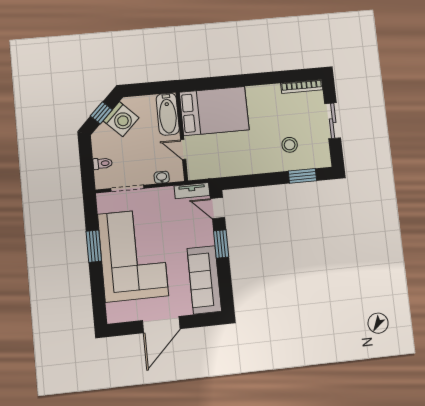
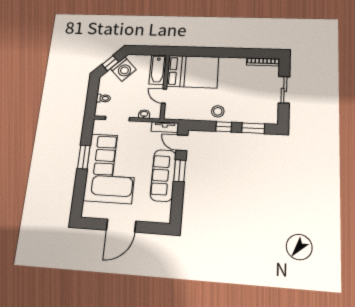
stool: (290, 145) -> (218, 111), moved
window: (266, 179) -> (224, 127), added
sofa: (204, 280) -> (163, 175), moved

